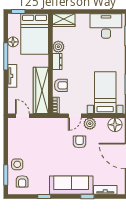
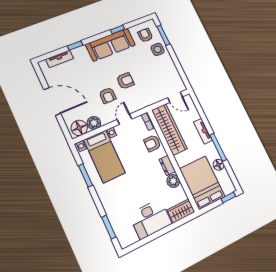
desk: (106, 26) -> (150, 219), moved
plant: (90, 124) -> (94, 123), moved
armchair: (59, 148) -> (125, 81), added
sofa: (71, 185) -> (111, 45), moved

